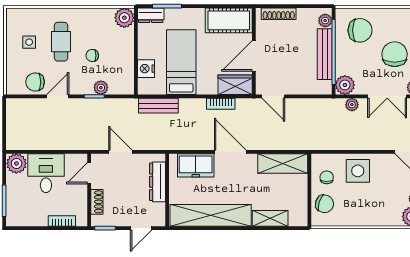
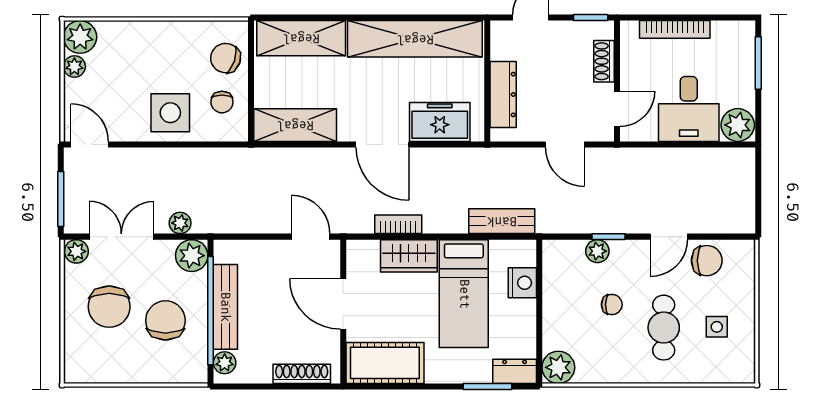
chair: (360, 30) -> (165, 320), moved, turned 90
door: (254, 56) -> (343, 304), swing flipped
wardrobe: (235, 85) -> (409, 256), moved
shelving: (270, 218) -> (301, 38), width x1.50, depth x1.33
bookcase: (62, 221) -> (675, 29), width x1.56

